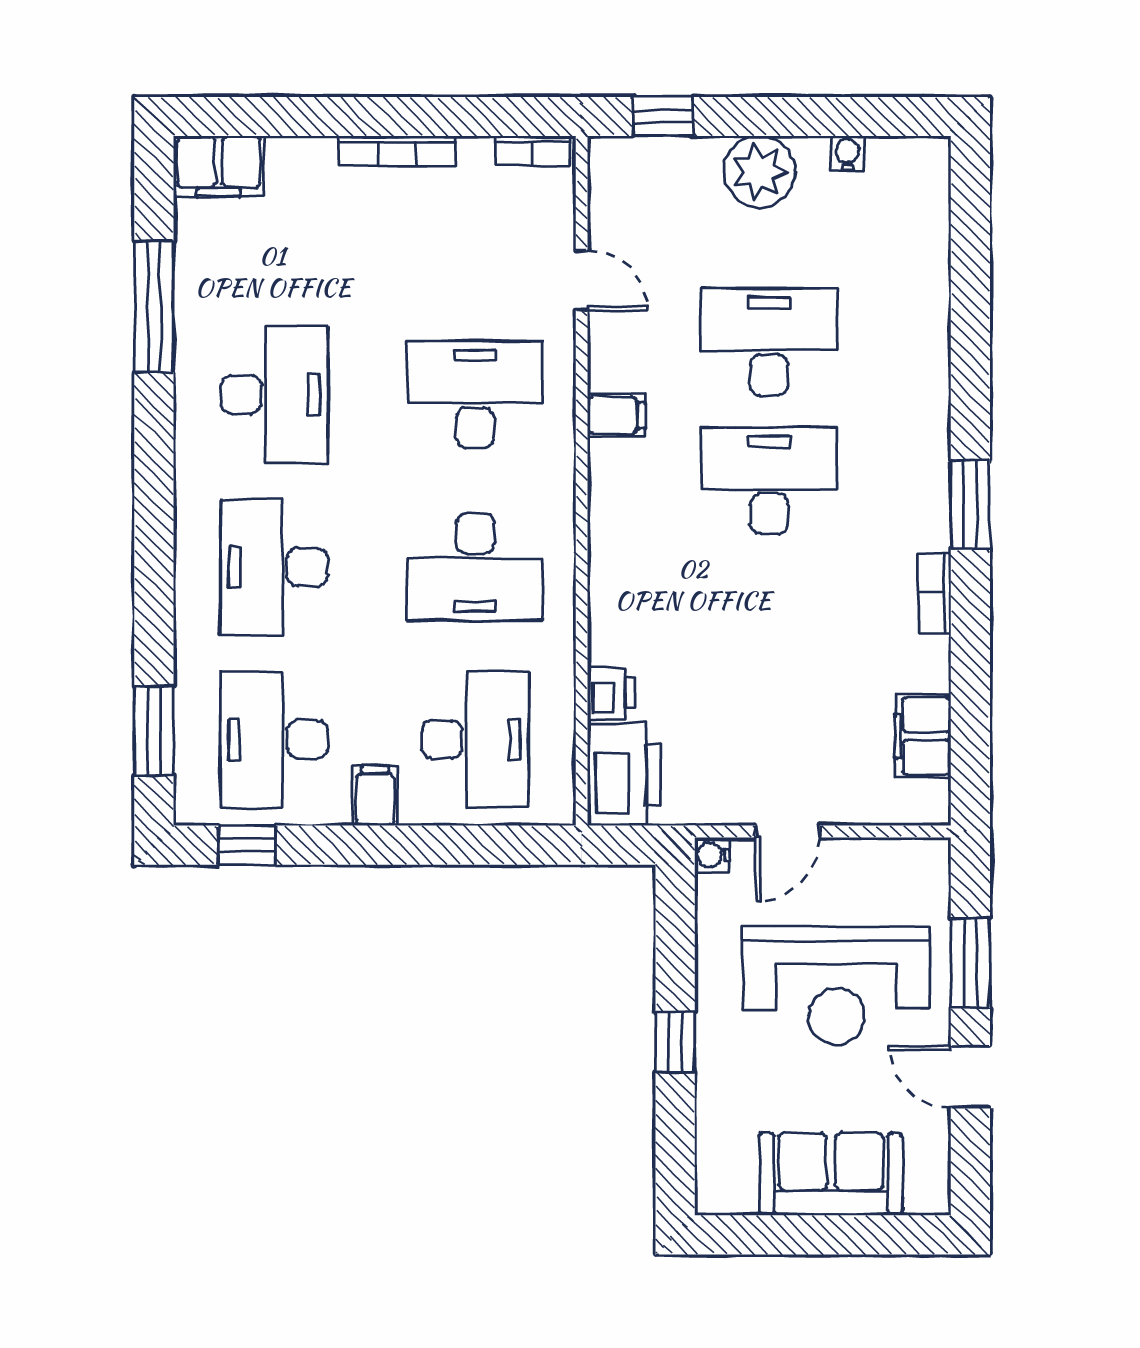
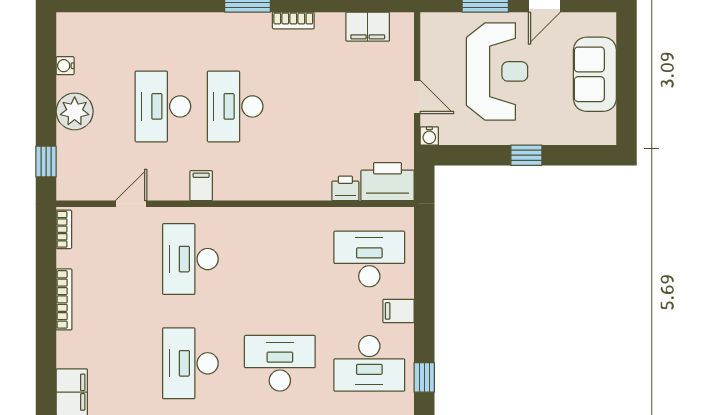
desk: (274, 395) -> (190, 363), turned -90
desk: (274, 567) -> (280, 363), turned 180
desk: (475, 567) -> (280, 259), removed

